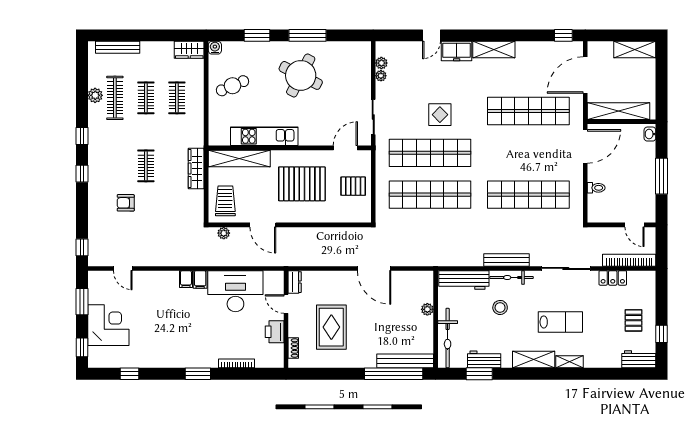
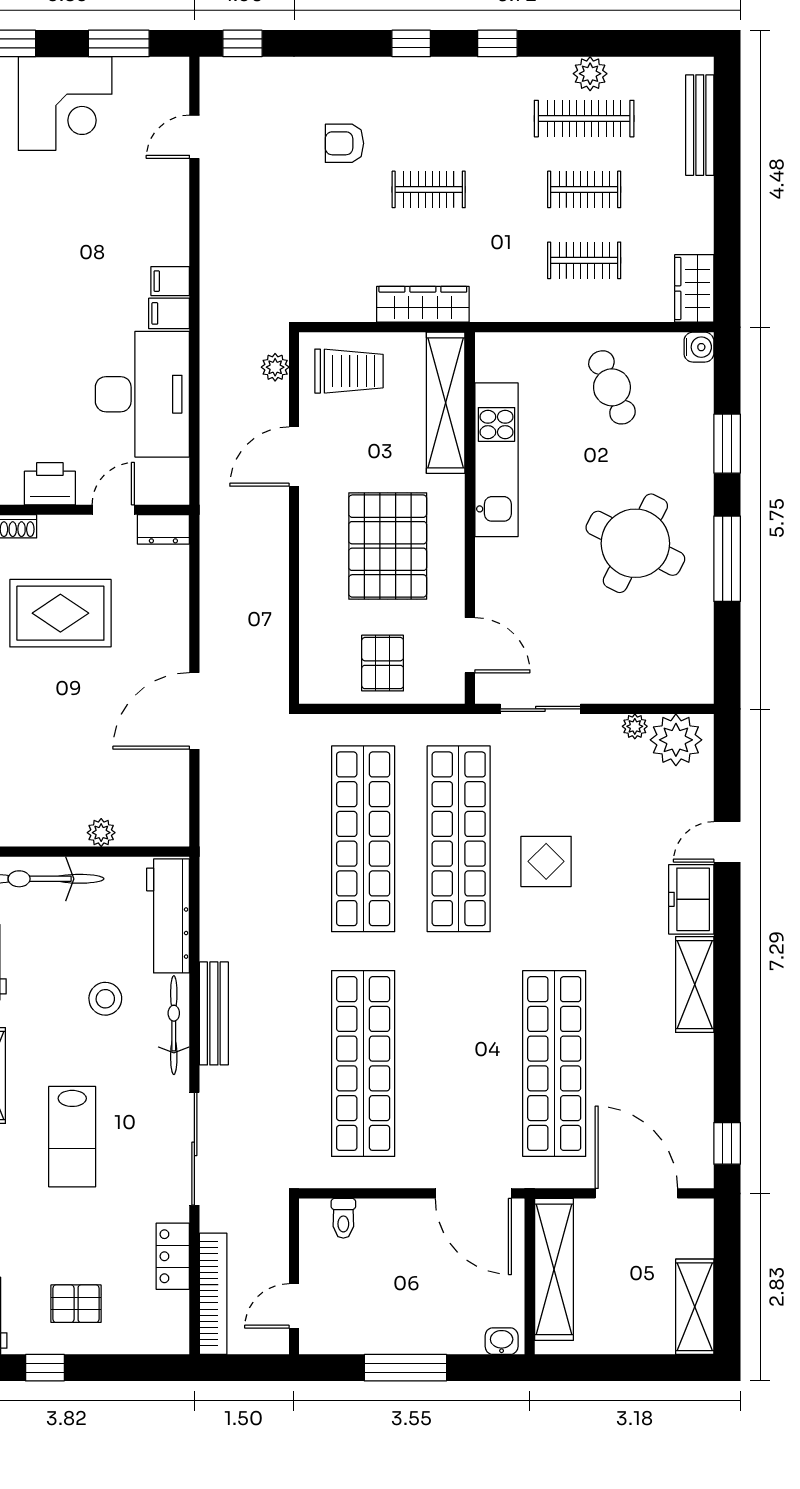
door: (431, 35) -> (727, 842), hinge flipped
plant: (381, 63) -> (676, 740), width x1.87, depth x1.87
toilet: (596, 188) -> (343, 1218), moved
armchair: (126, 203) -> (344, 143), turned -90

